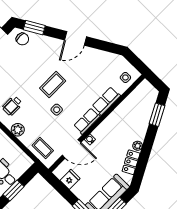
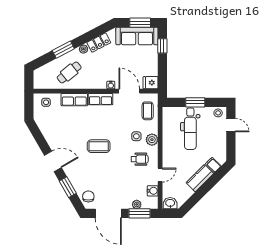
window: (34, 28) -> (68, 187), moved
side table: (57, 110) -> (136, 136), moved
window: (157, 115) -> (63, 50), moved
cafe table: (131, 117) -> (69, 72), added
fridge: (70, 179) -> (151, 83), moved

